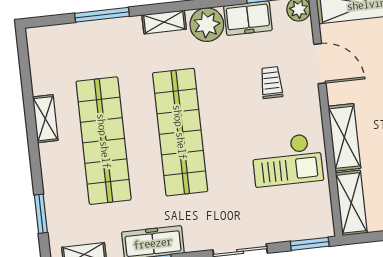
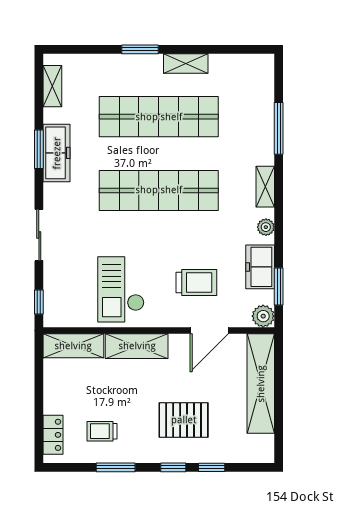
plant: (207, 25) -> (266, 227), width x0.53, depth x0.53
trolley: (271, 83) -> (196, 282), width x1.36, depth x1.39
window: (41, 214) -> (140, 49), moved
window: (310, 244) -> (39, 302), width x0.67

